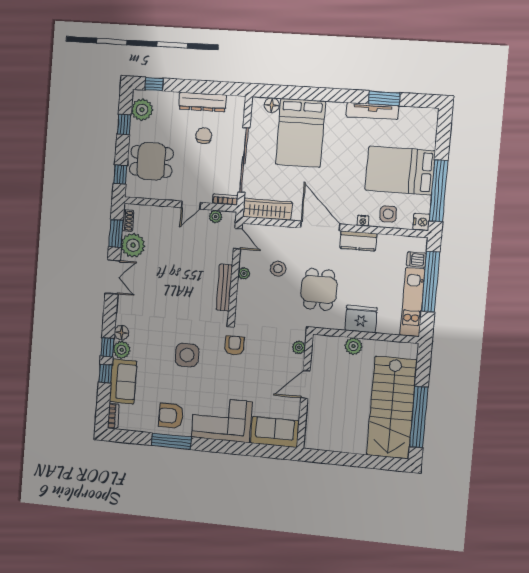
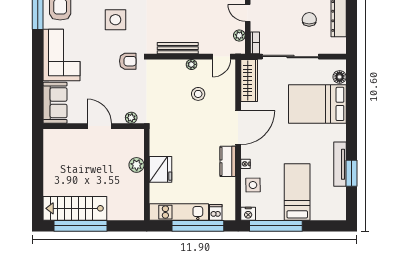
chair: (204, 136) -> (309, 19), turned -90
bed: (400, 170) -> (297, 192), width x0.67
dining table: (319, 289) -> (183, 131), removed
stairs: (392, 407) -> (75, 208), width x0.73, depth x0.66

